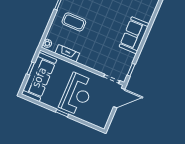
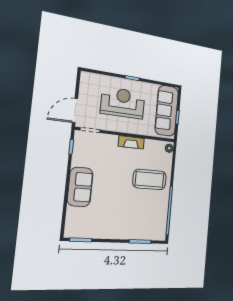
coffee table: (74, 22) -> (150, 179), width x1.36, depth x1.32
fireplace: (67, 53) -> (131, 142), moved
reception desk: (77, 94) -> (123, 103), turned 90

